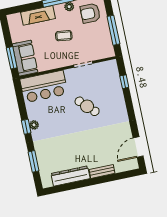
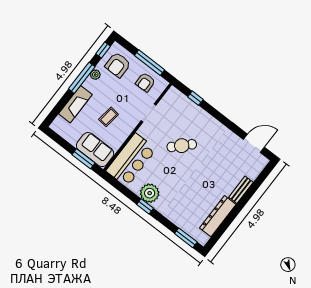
coffee table: (64, 36) -> (109, 117), moved
armchair: (99, 41) -> (145, 82), added
plant: (34, 125) -> (150, 193), width x1.87, depth x1.87
door: (138, 147) -> (254, 143), swing flipped
window: (34, 161) -> (186, 238), moved

